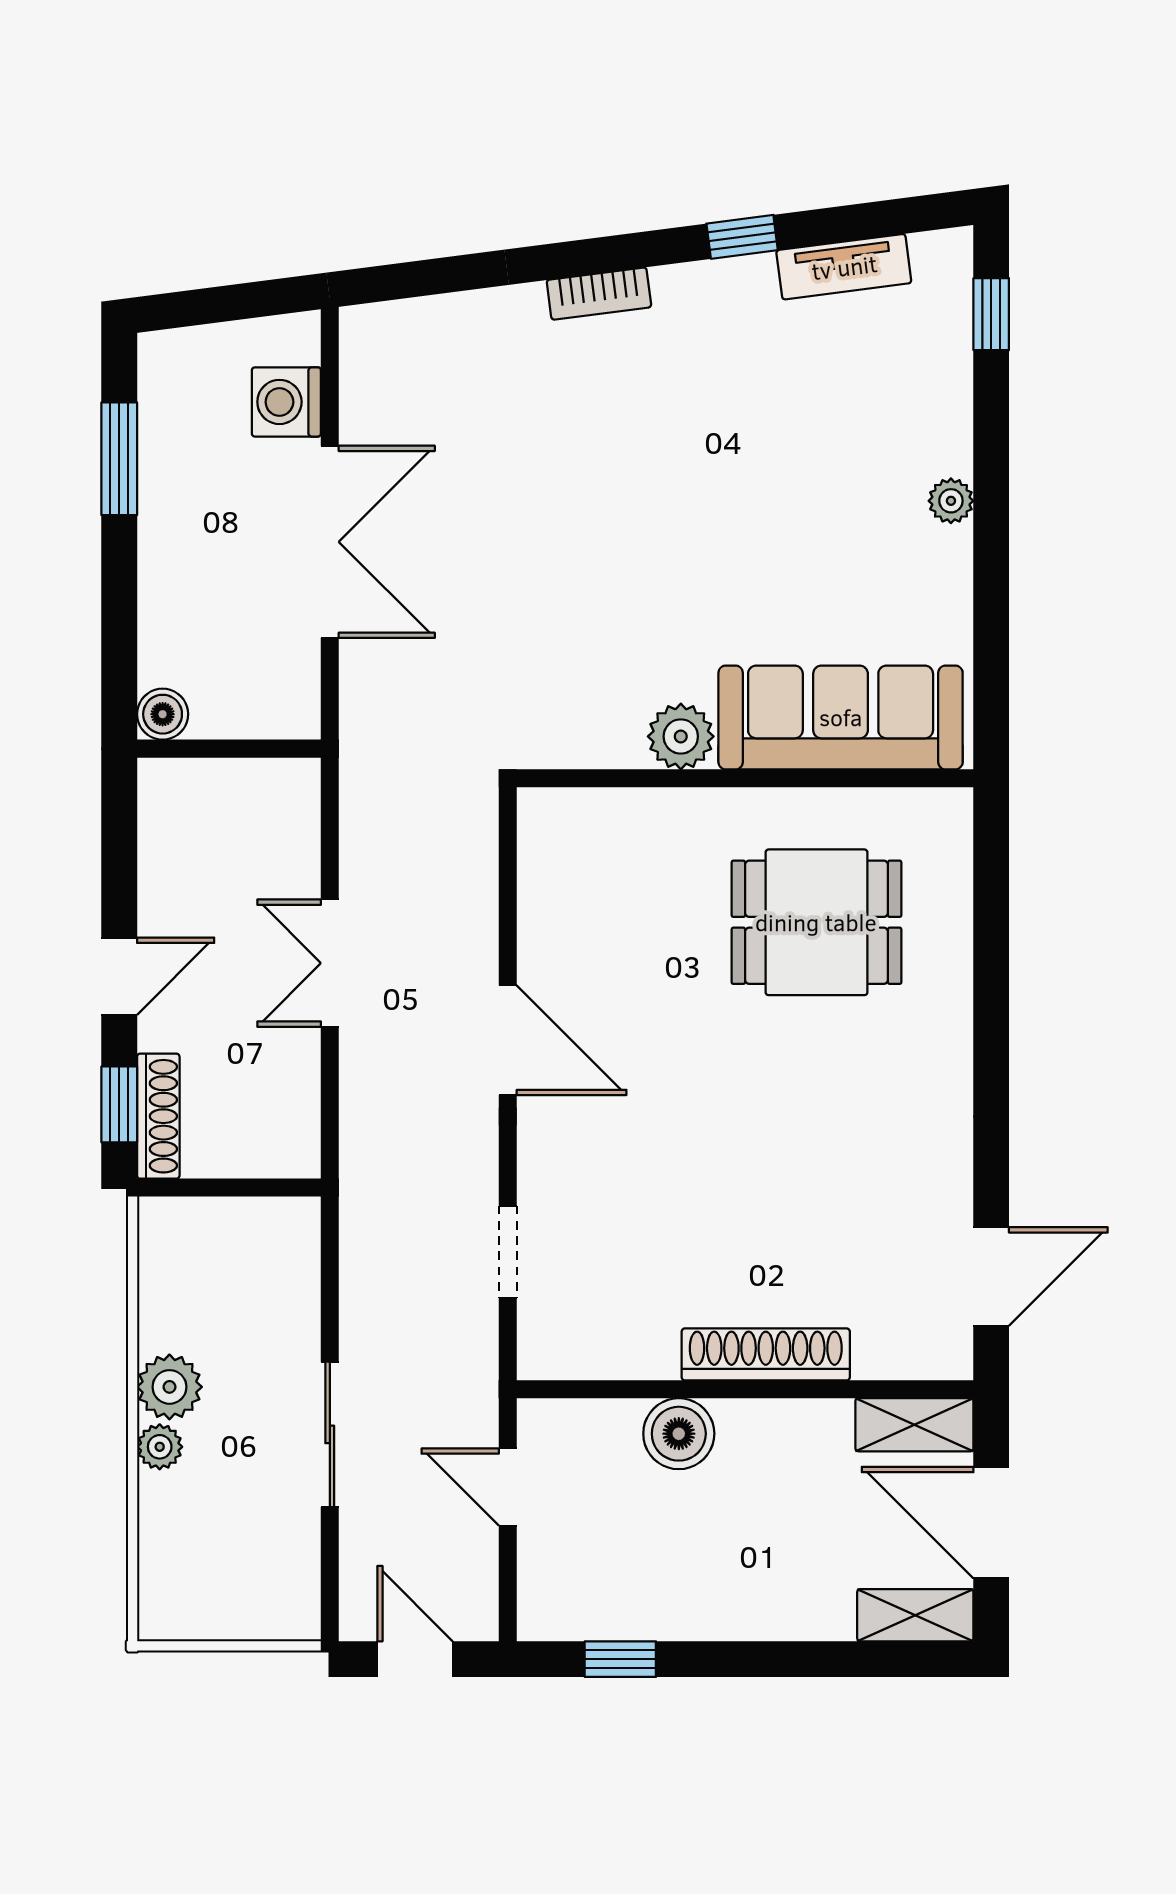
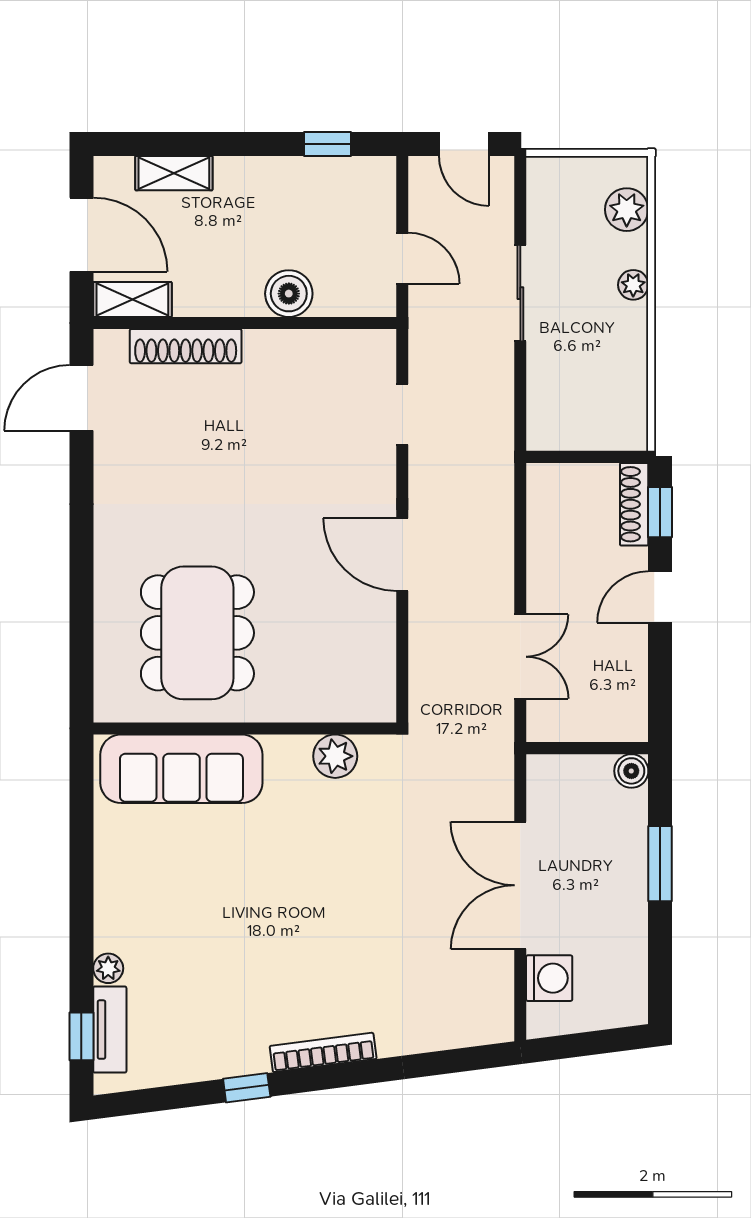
tv unit: (844, 267) -> (110, 1030), moved, turned 97
bookcase: (599, 294) -> (323, 1052), width x1.56
window: (119, 459) -> (660, 864), moved
plant: (951, 501) -> (108, 968), moved
plant: (681, 736) -> (335, 756), moved
dining table: (816, 922) -> (197, 633), width x1.38
double door: (330, 963) -> (520, 657), moved
shoe rack: (766, 1354) -> (186, 346), moved
plant: (169, 1387) -> (627, 210), moved
shelving: (915, 1615) -> (174, 173), moved

